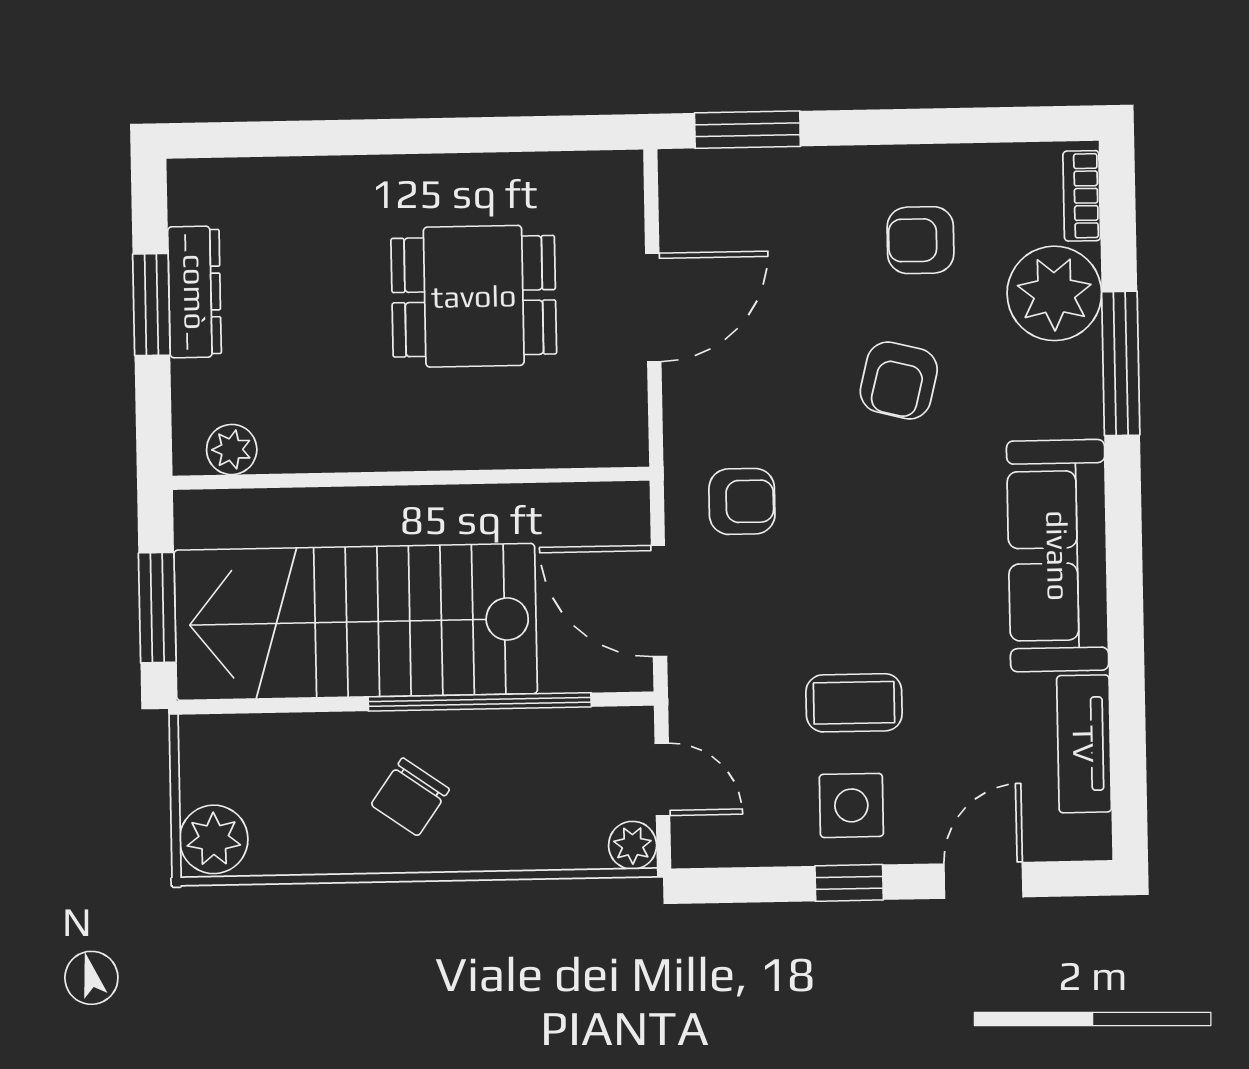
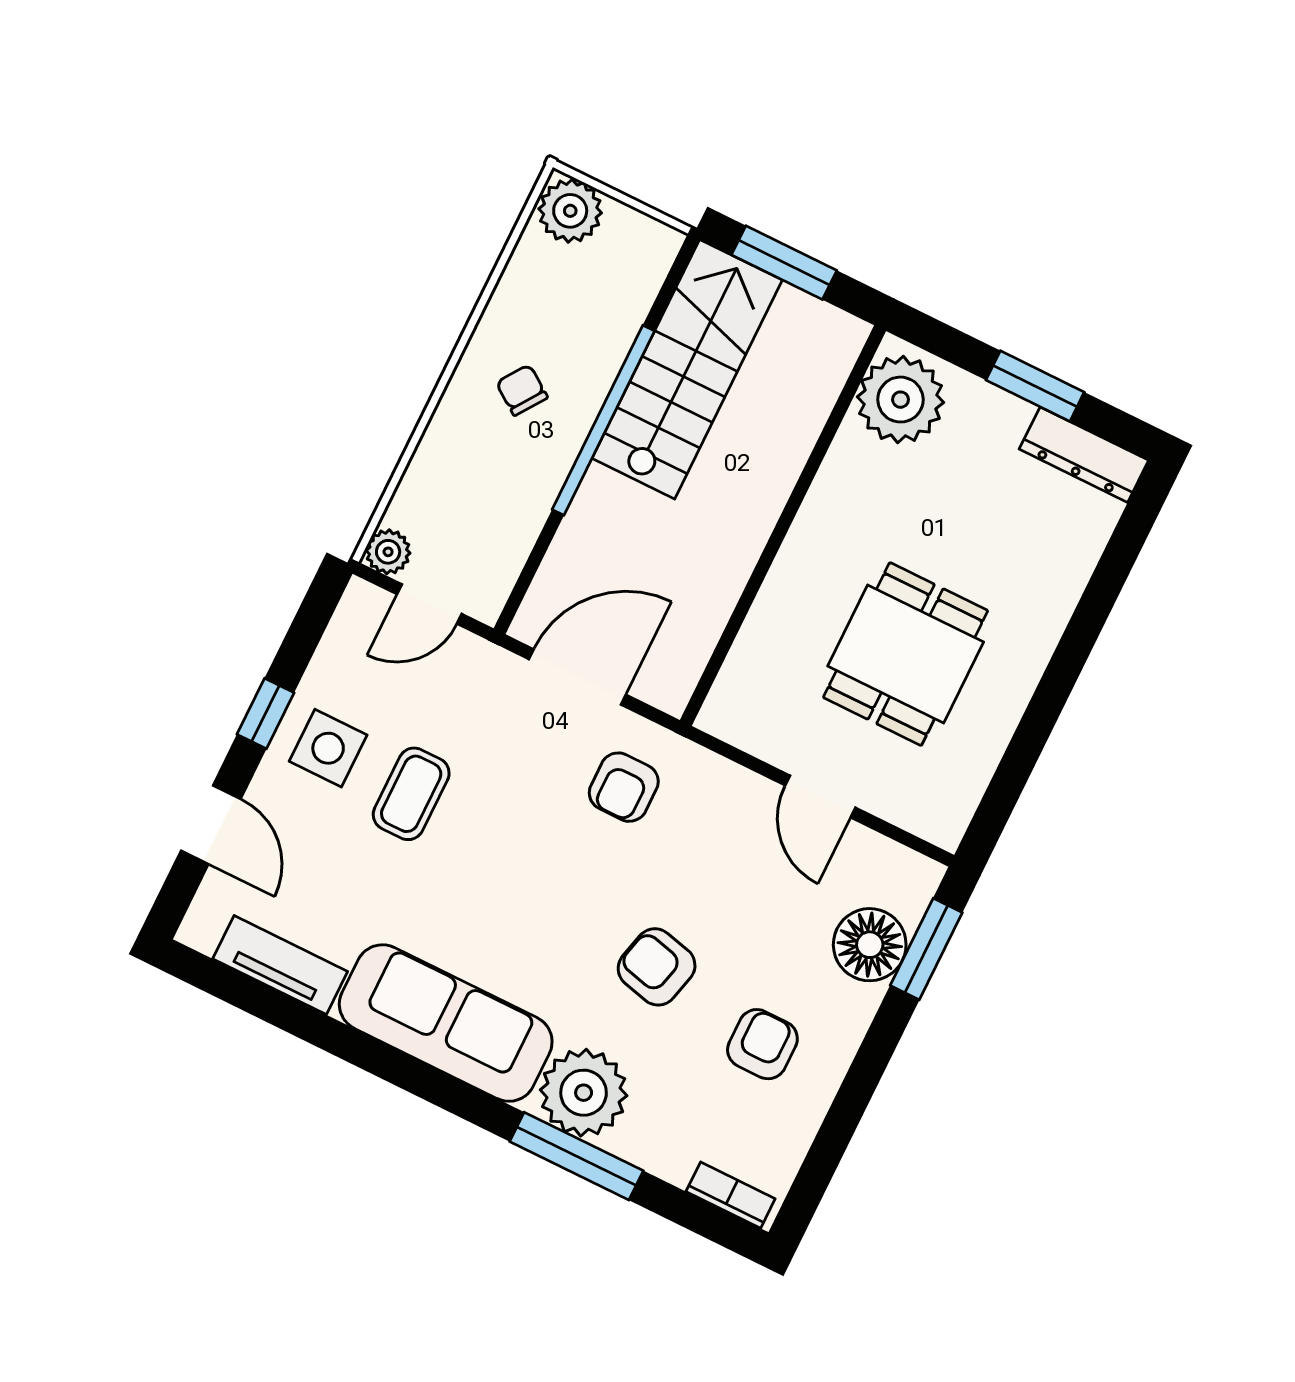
floor lamp: (771, 186) -> (870, 945), added
dresser: (195, 292) -> (1084, 455), moved
plant: (1054, 293) -> (584, 1093), moved
door: (653, 308) -> (820, 796), width x0.73
plant: (232, 449) -> (900, 400), width x1.88, depth x1.88
stairs: (356, 622) -> (687, 369), width x0.73, depth x0.66
window: (480, 702) -> (603, 420), moved
chair: (410, 797) -> (522, 390), width x0.73, depth x0.73

